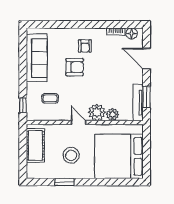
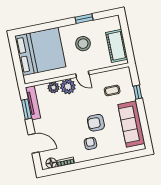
window: (23, 105) -> (138, 92), moved

